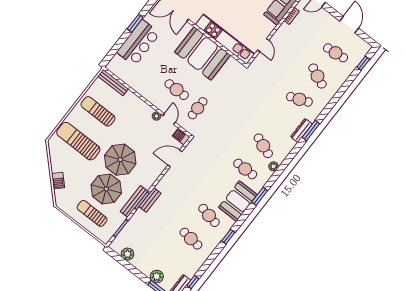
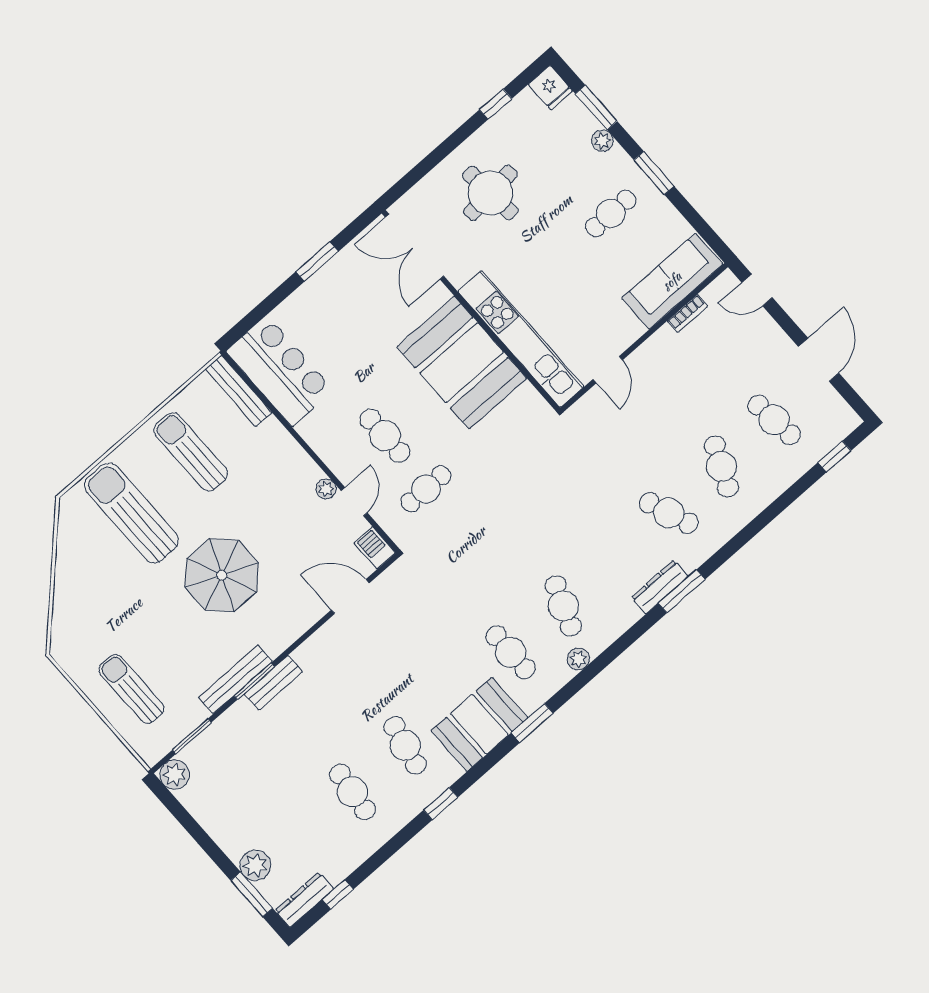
bar counter: (138, 43) -> (280, 371), moved, turned -90
barbecue: (58, 181) -> (66, 597), removed
parasol: (106, 189) -> (176, 638), removed
plant: (128, 254) -> (174, 775), moved

